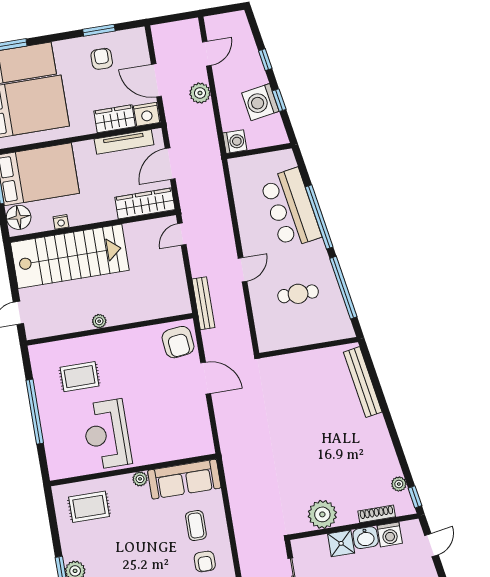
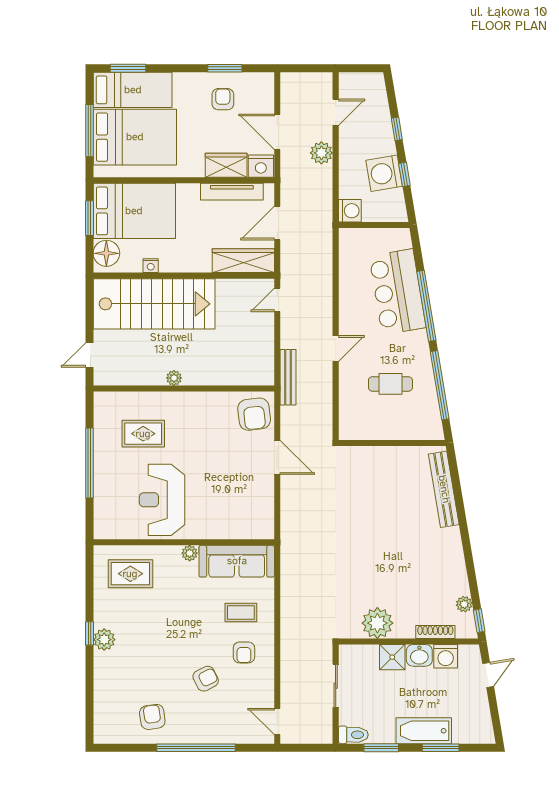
coffee table: (196, 525) -> (241, 613), turned 90

